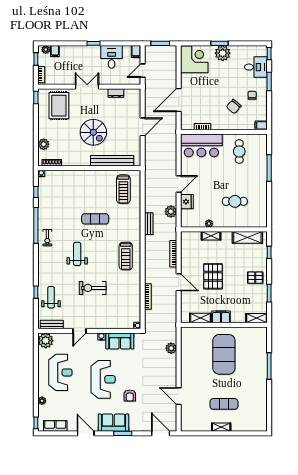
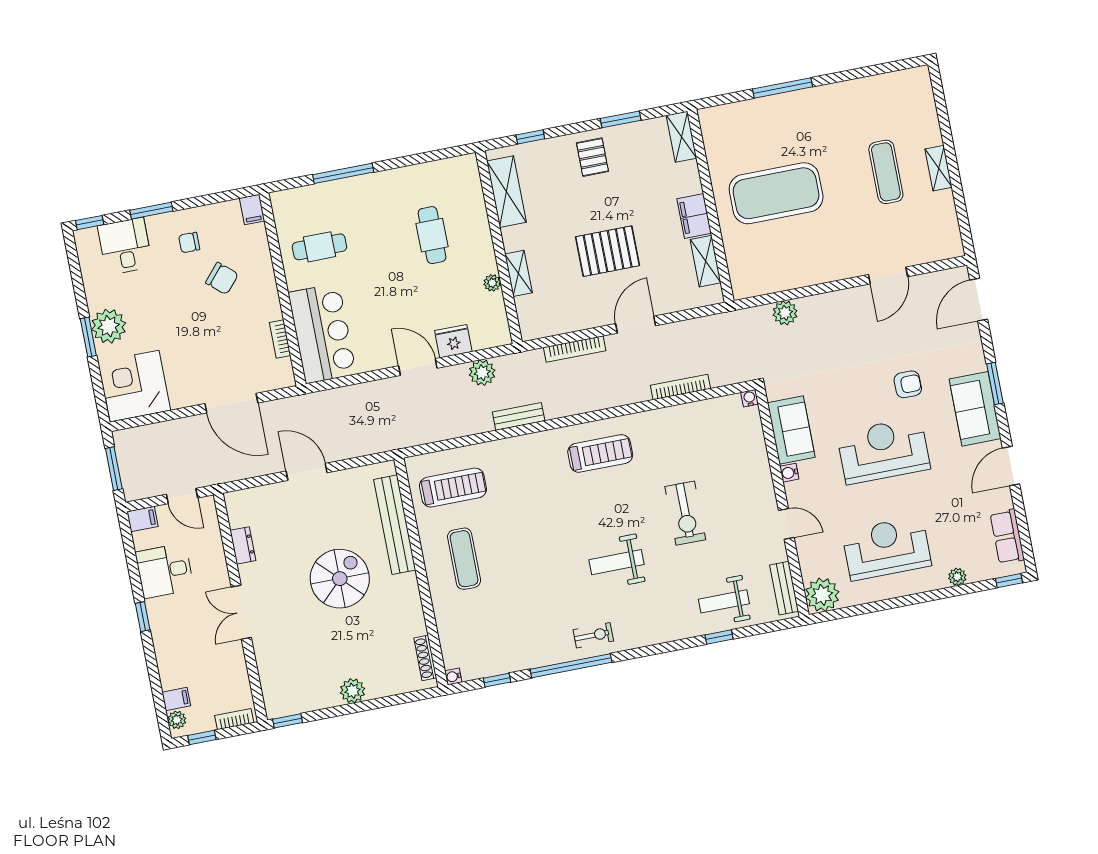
rug: (59, 106) -> (295, 666), removed
plant: (44, 144) -> (353, 691), moved
exercise mat: (95, 219) -> (464, 559), moved

